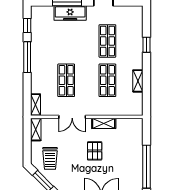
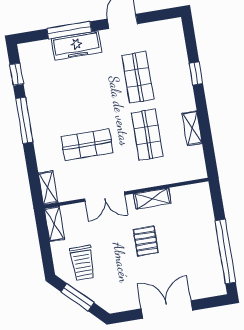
shop shelf: (66, 80) -> (87, 145), turned 90

